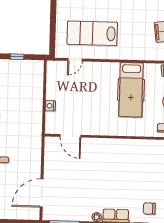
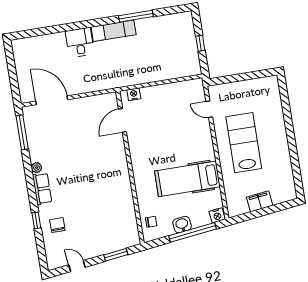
lab bench: (92, 33) -> (244, 143), moved
nightstand: (50, 106) -> (134, 94), moved

